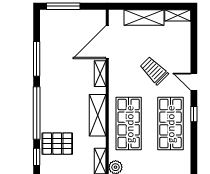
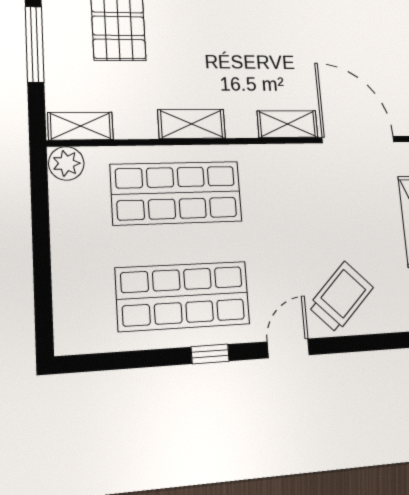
trolley: (154, 71) -> (341, 297), moved
shelving: (98, 115) -> (192, 124), width x0.67, depth x0.75

